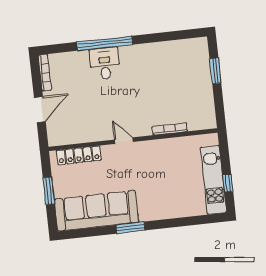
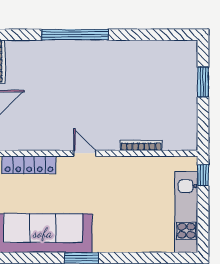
desk: (105, 63) -> (72, 59), removed
window: (228, 183) -> (203, 175), moved

